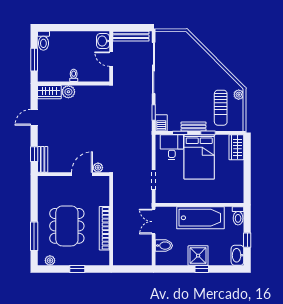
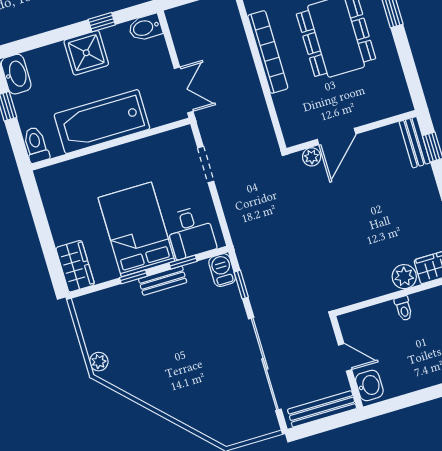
sun lounger: (221, 108) -> (124, 329), removed
bidet: (164, 246) -> (145, 28), moved
window: (202, 269) -> (102, 22), moved

